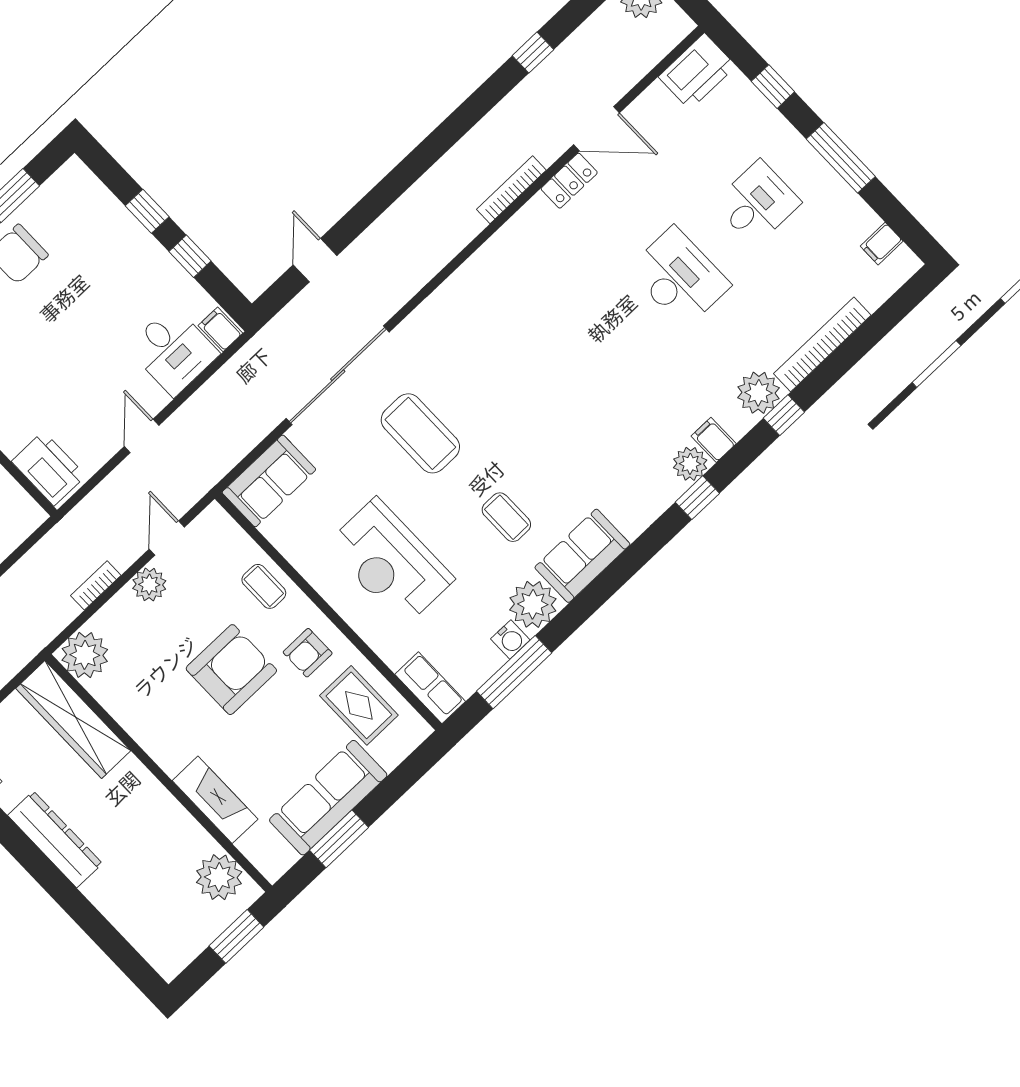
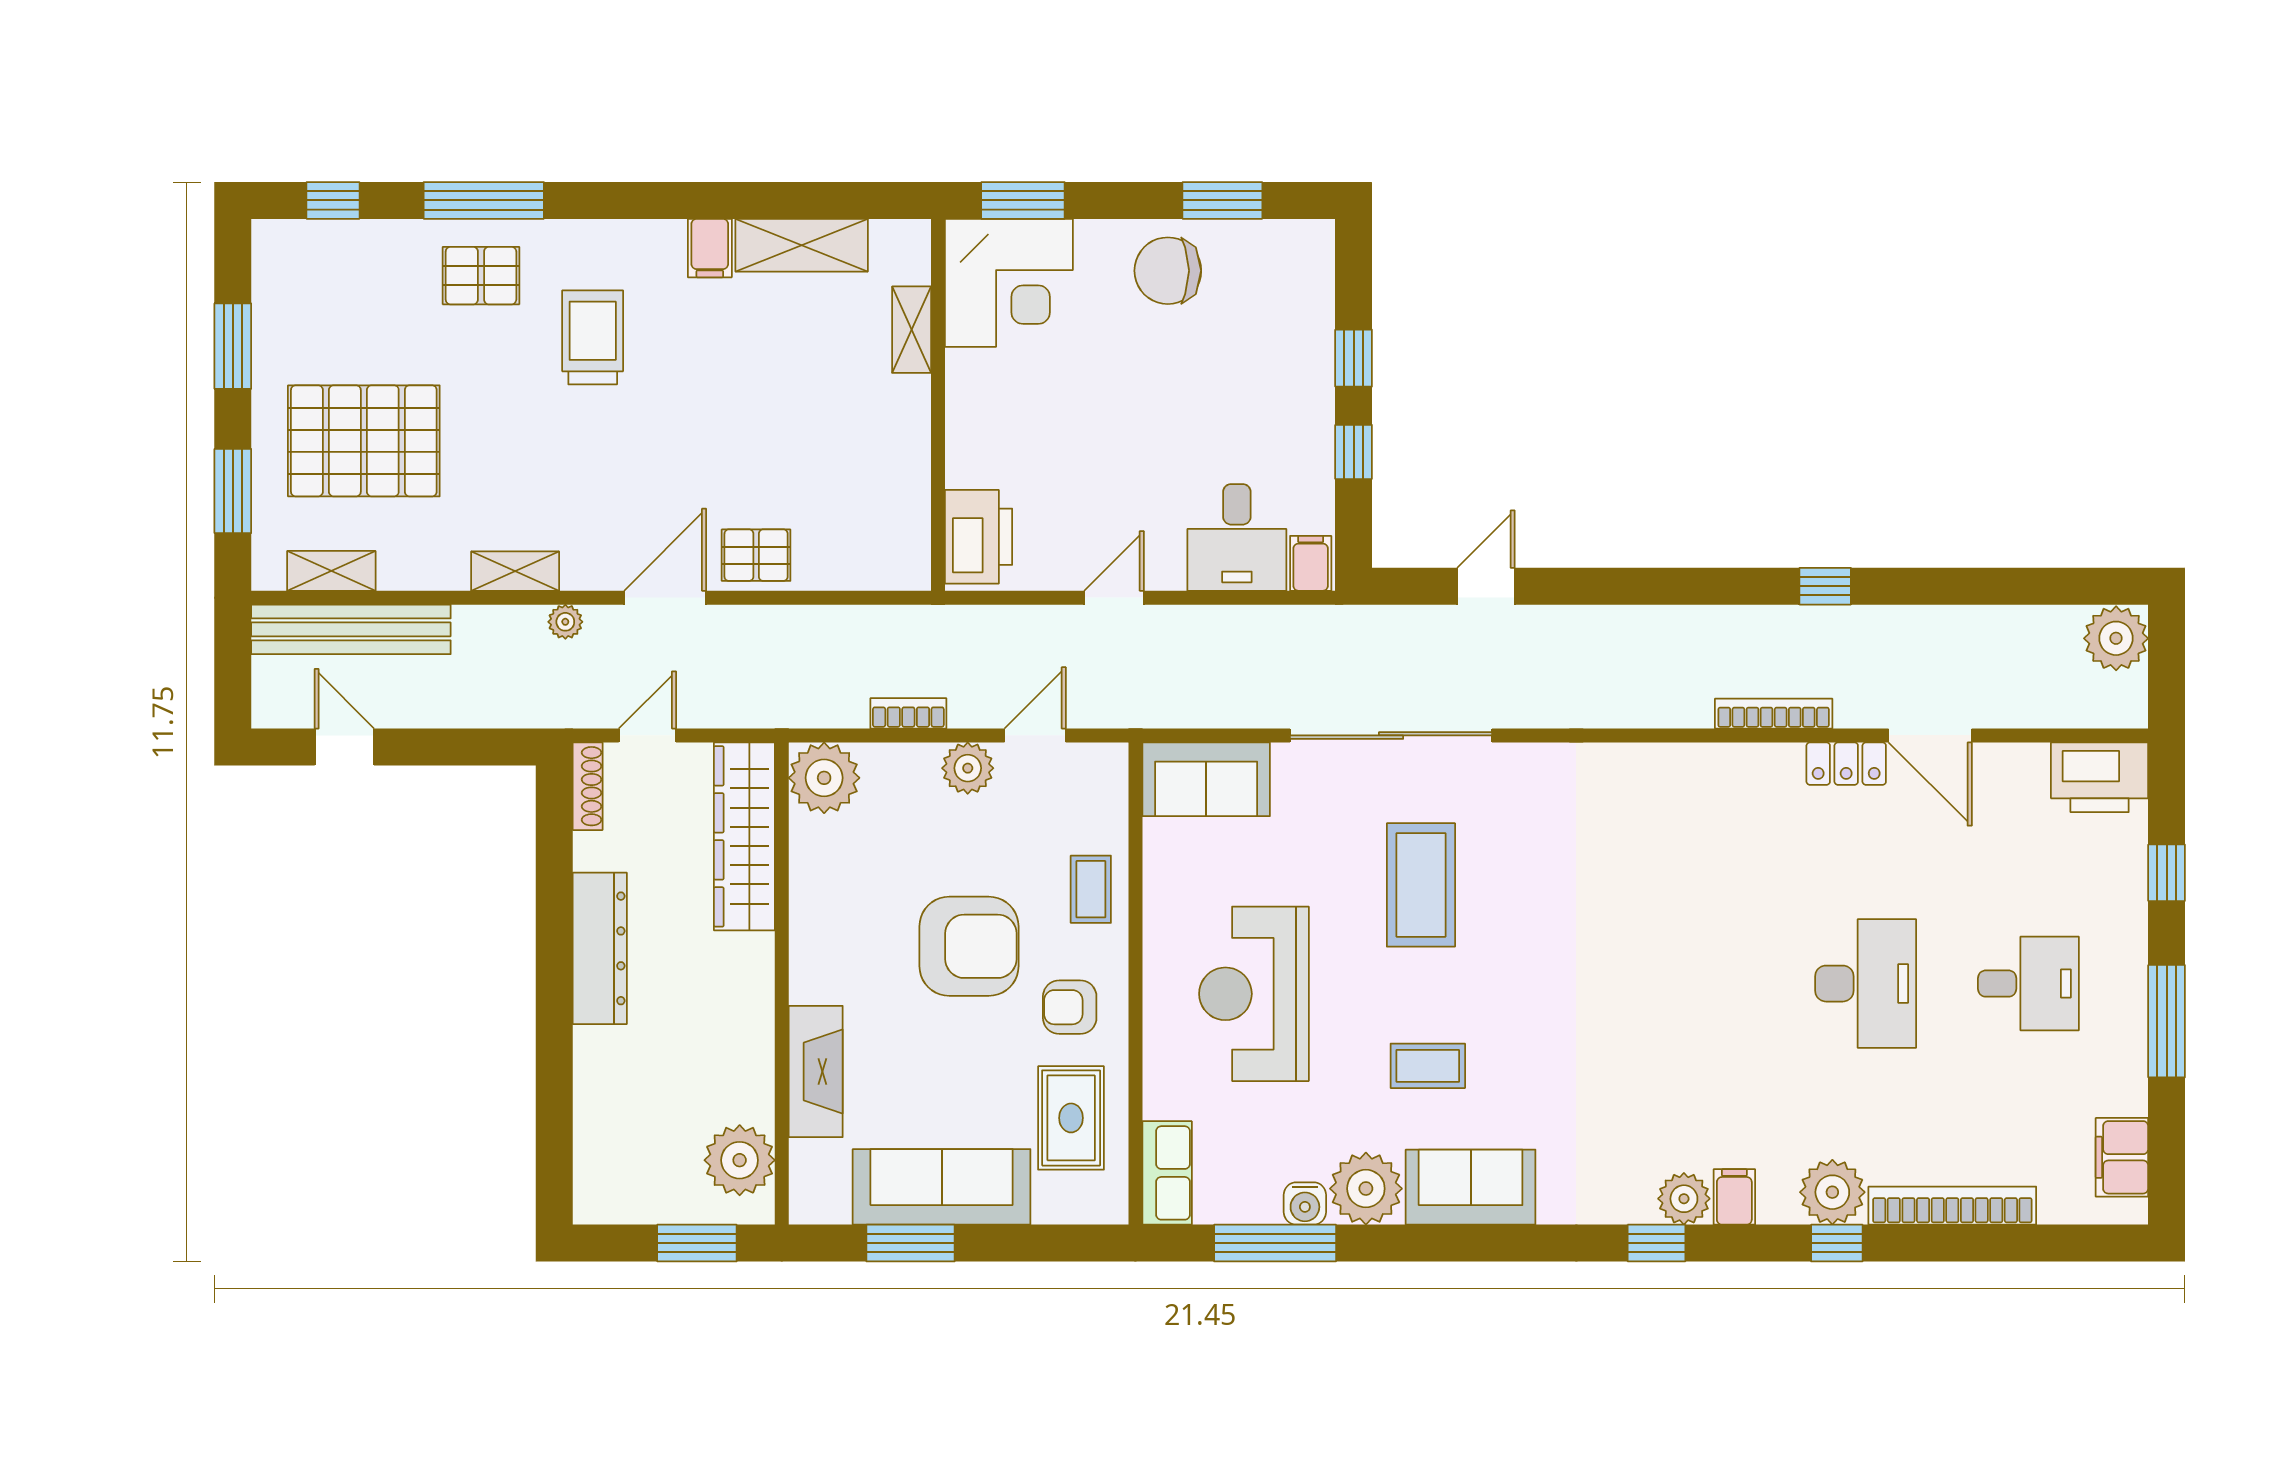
window: (533, 53) -> (1825, 586), moved
filing cabinet: (882, 244) -> (2122, 1157), width x2.00
coffee table: (506, 517) -> (1428, 1066), turned 90

